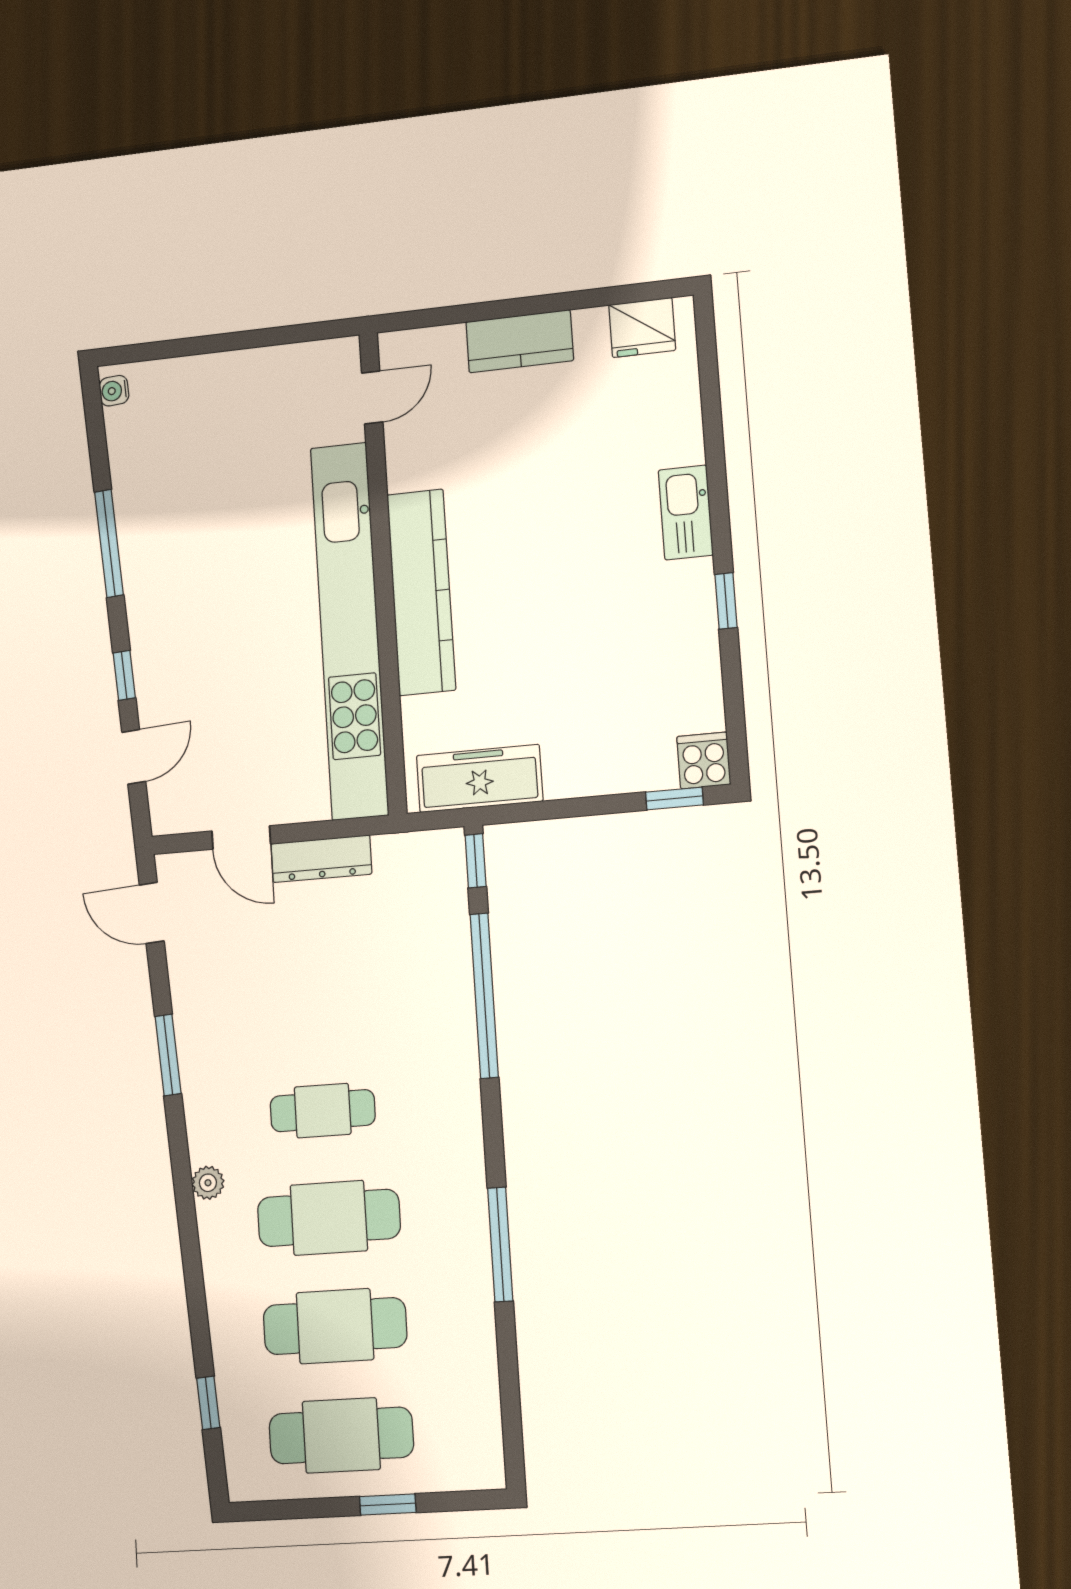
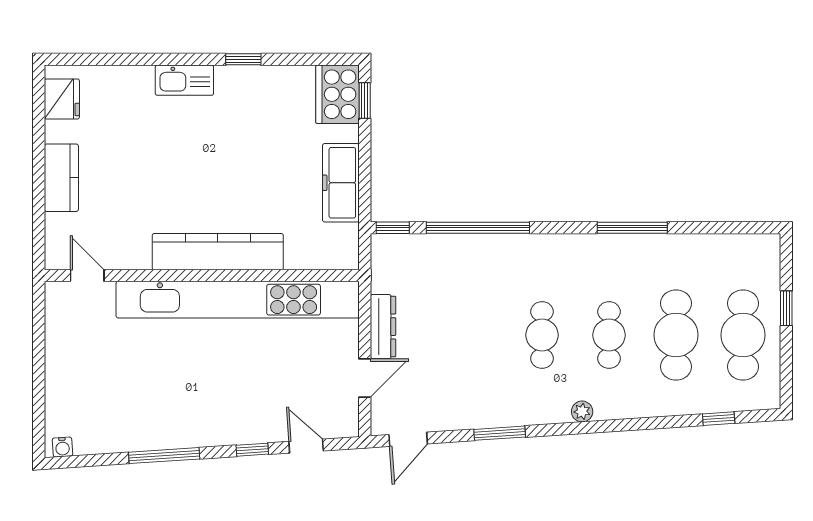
cooker: (704, 760) -> (337, 94), width x1.87, depth x1.31
freezer: (479, 778) -> (341, 183), moved
cafe table: (329, 1218) -> (609, 335), width x0.73, depth x0.74

